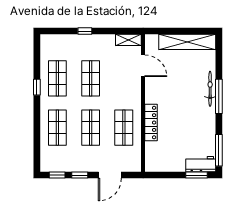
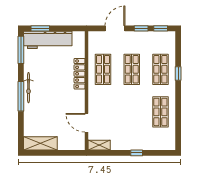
shelving: (187, 42) -> (40, 143), width x0.68
shop shelf: (91, 78) -> (132, 112), removed
window: (37, 87) -> (178, 74), moved
bicycle: (210, 89) -> (29, 88), moved
workbench: (201, 164) -> (48, 40), width x1.88, depth x1.32

